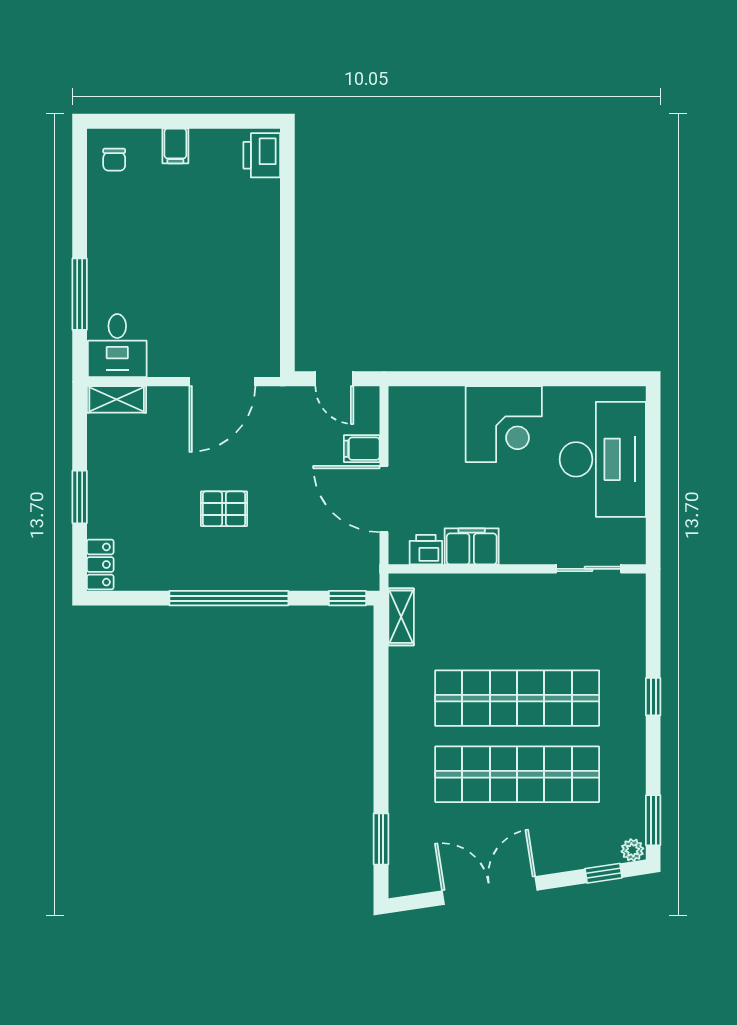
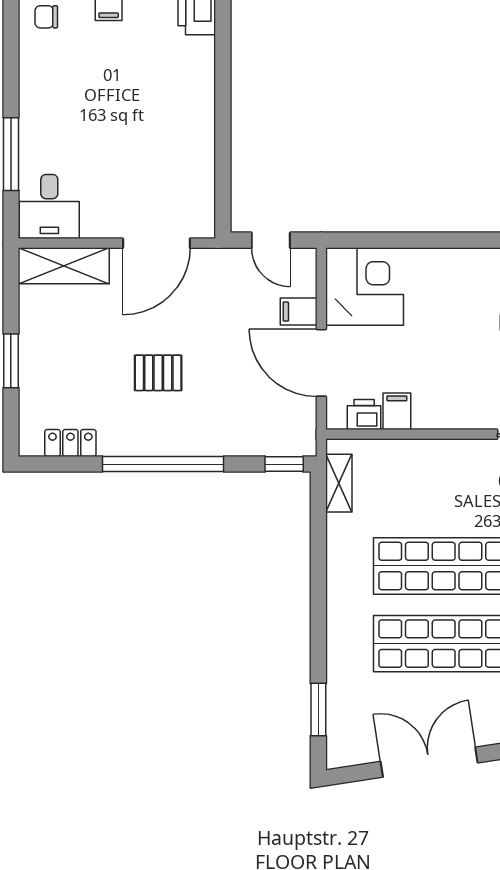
chair: (114, 160) -> (46, 17), turned 90
shelving: (117, 399) -> (64, 266), width x1.50, depth x1.33
corner desk: (504, 424) -> (365, 287), moved, turned -90
filing cabinet: (472, 546) -> (397, 411), width x0.50
locker: (100, 564) -> (70, 443), moved, turned -90

